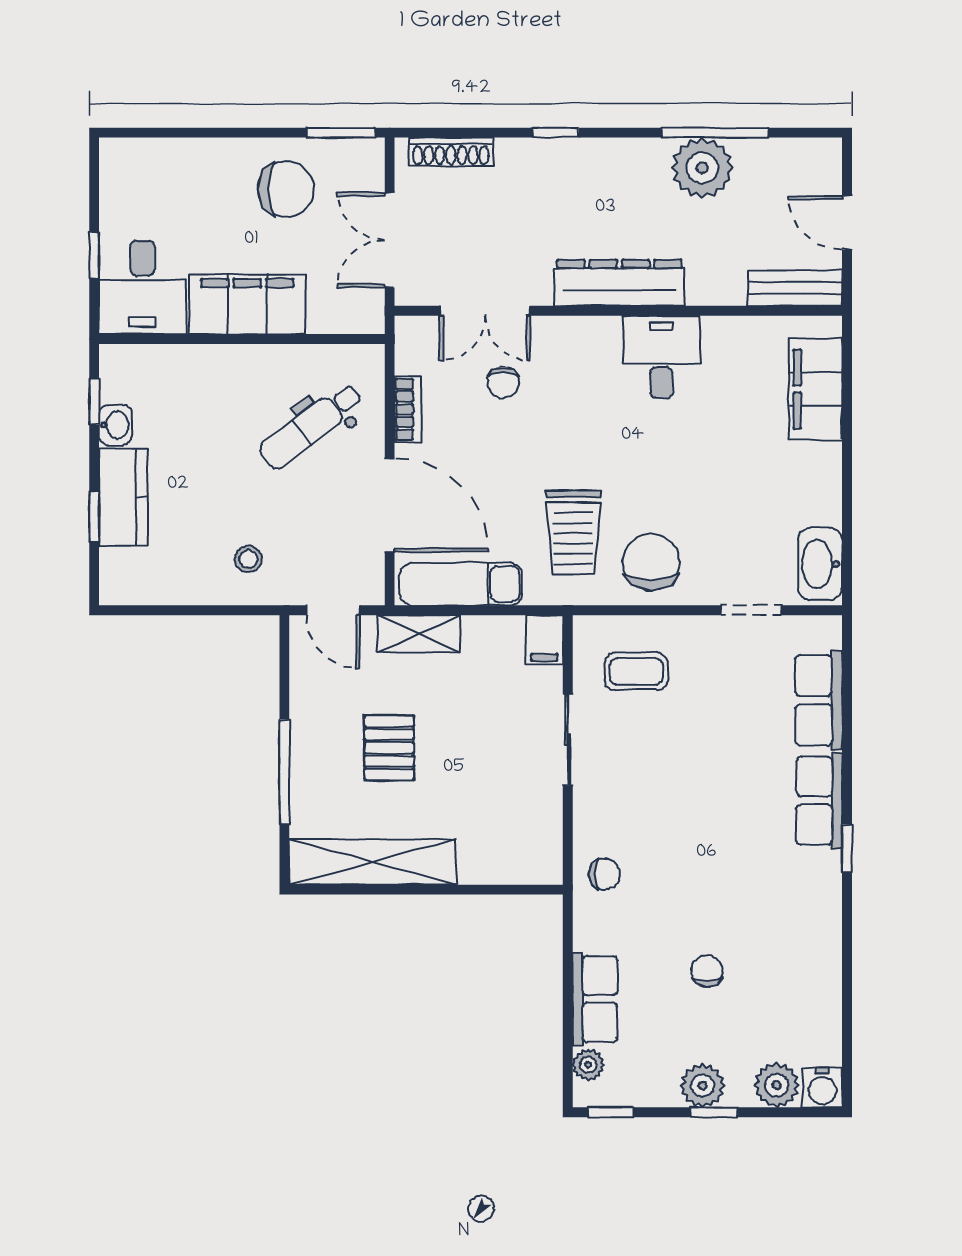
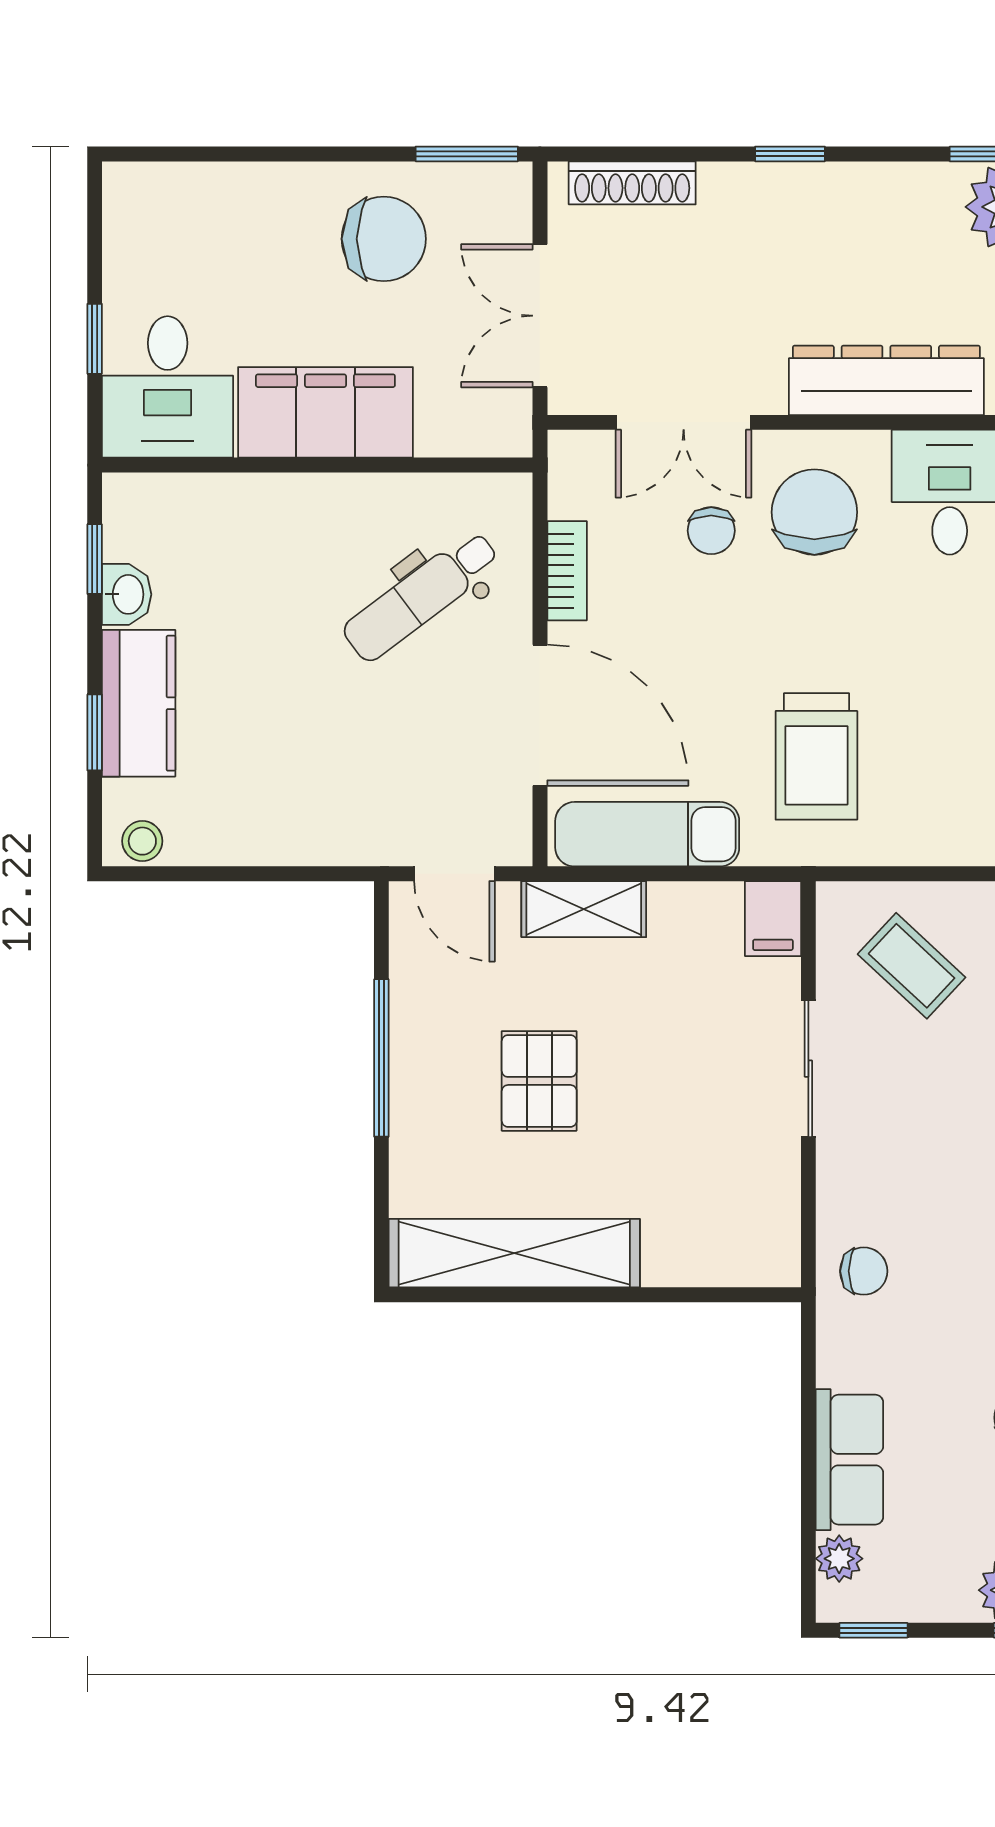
stool: (248, 559) -> (142, 841), moved
chair: (651, 562) -> (814, 512), moved
coffee table: (636, 671) -> (912, 966), turned 43
window: (284, 772) -> (381, 1058), moved

